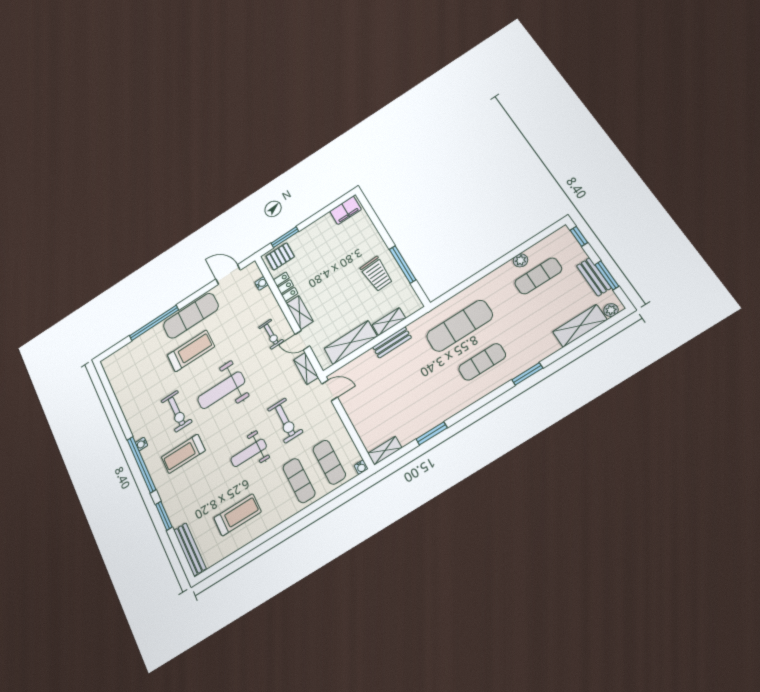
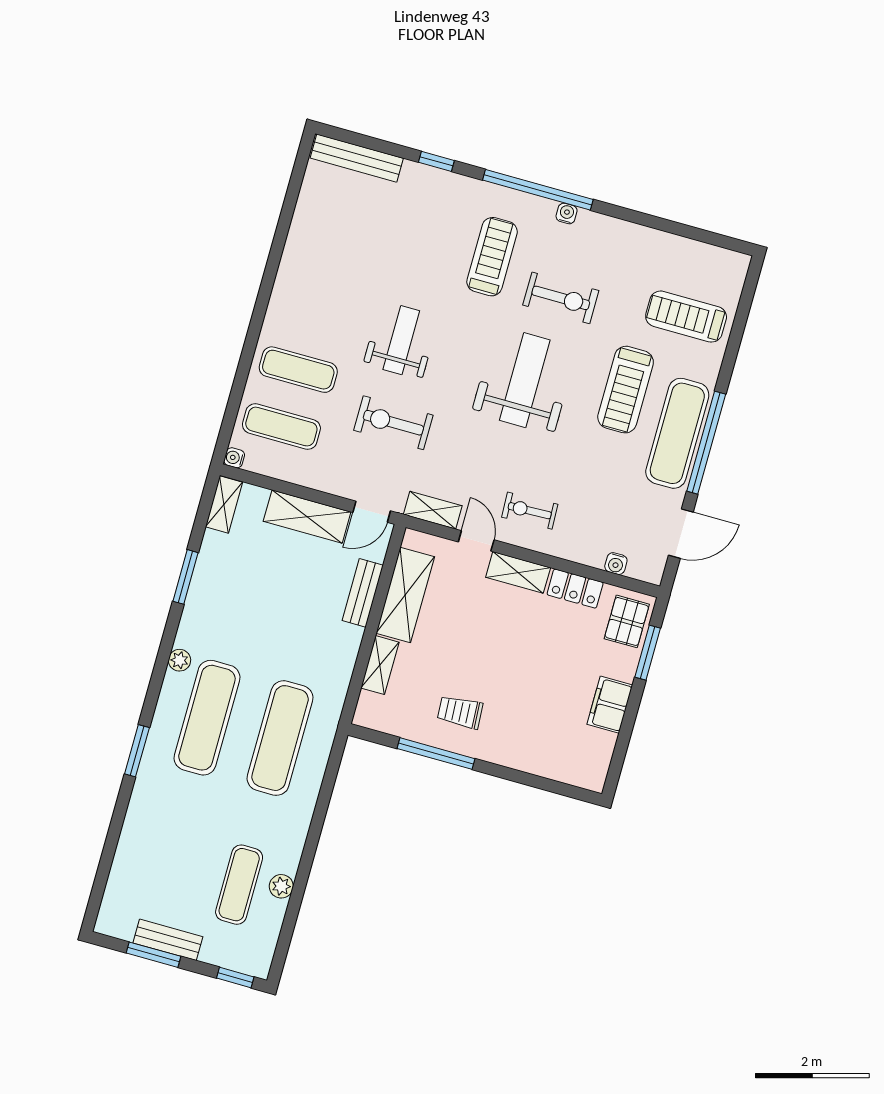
filing cabinet: (346, 210) -> (610, 705), moved
trolley: (377, 274) -> (460, 712), width x0.73, depth x0.72
plant: (611, 310) -> (180, 660), moved
window: (154, 323) -> (706, 443), moved
shelving: (580, 326) -> (307, 517), moved, turned 90
door: (302, 340) -> (476, 541), hinge flipped
bench: (392, 342) -> (363, 593), moved
exercise mat: (482, 362) -> (207, 718), width x1.36, depth x1.45
exercise bike: (177, 411) -> (561, 298), turned 180
treadmill: (238, 515) -> (686, 317), moved, turned 90
window: (164, 516) -> (436, 161), width x0.67

